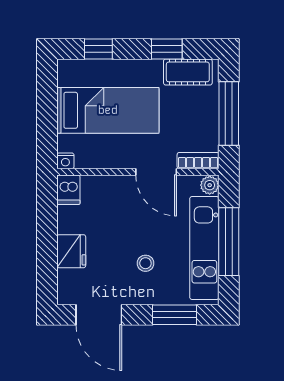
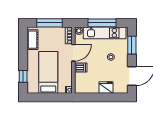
window: (167, 49) -> (23, 48), removed
dishwasher: (68, 190) -> (81, 67), moved

